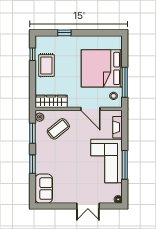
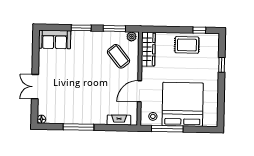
corner sofa: (106, 161) -> (83, 107), removed

